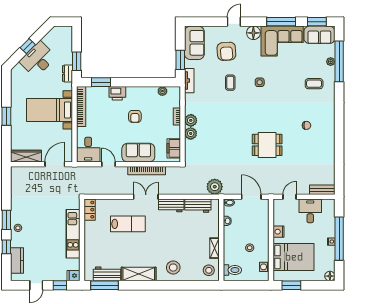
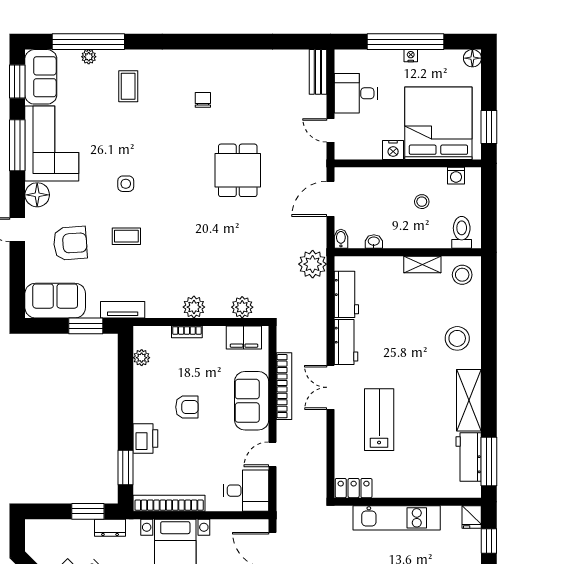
plant: (191, 133) -> (242, 307), moved
bed: (294, 257) -> (438, 123), width x1.36

